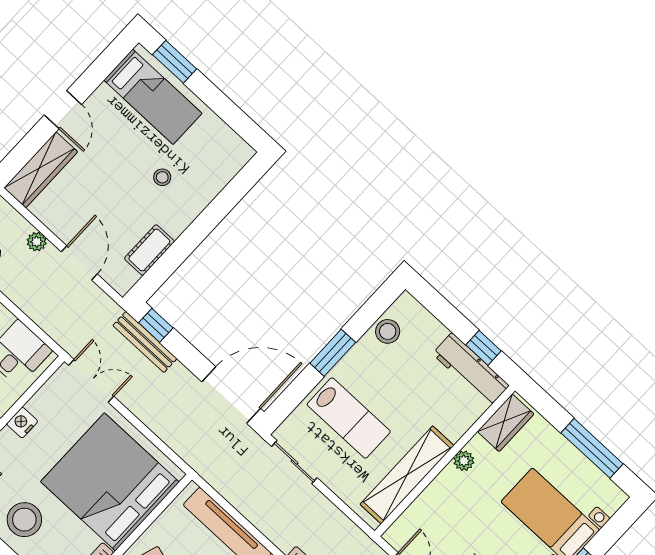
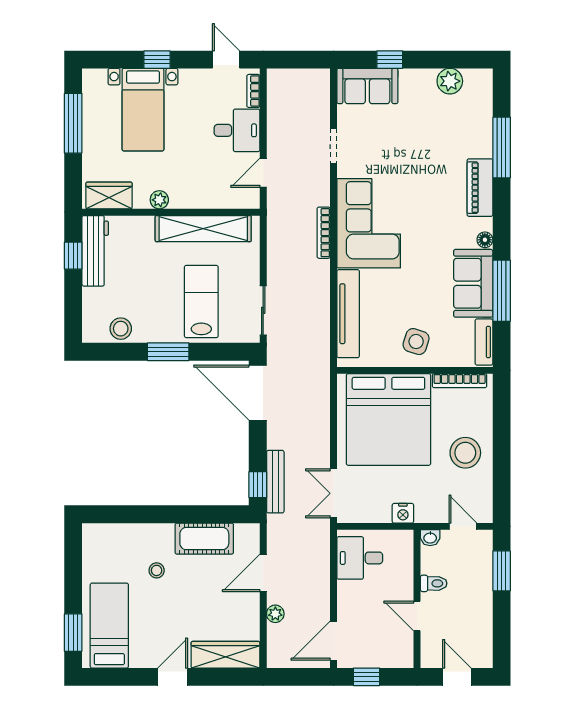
cot: (149, 250) -> (204, 539), width x1.37, depth x1.34

